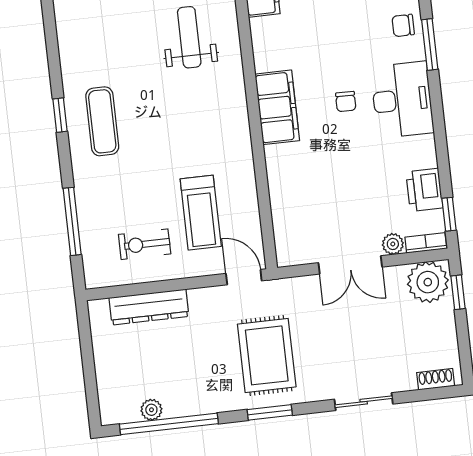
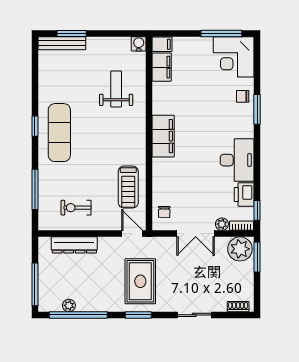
desk: (402, 100) -> (237, 160), moved
chair: (346, 102) -> (164, 212), moved
exercise mat: (102, 121) -> (59, 133), width x1.36, depth x1.45
treadmill: (201, 213) -> (128, 187), moved
window: (458, 292) -> (257, 257), width x1.50
window: (90, 381) -> (35, 284), added

